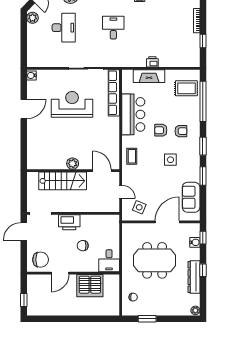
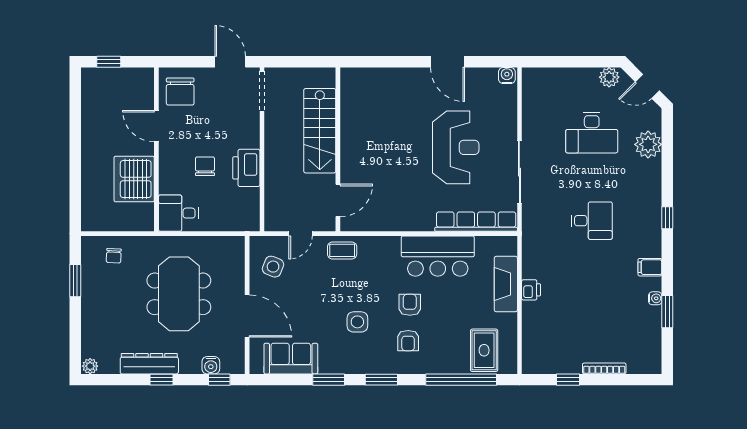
coffee table: (132, 156) -> (342, 250), moved
plant: (73, 164) -> (351, 148), removed
printer: (69, 222) -> (246, 168), moved

